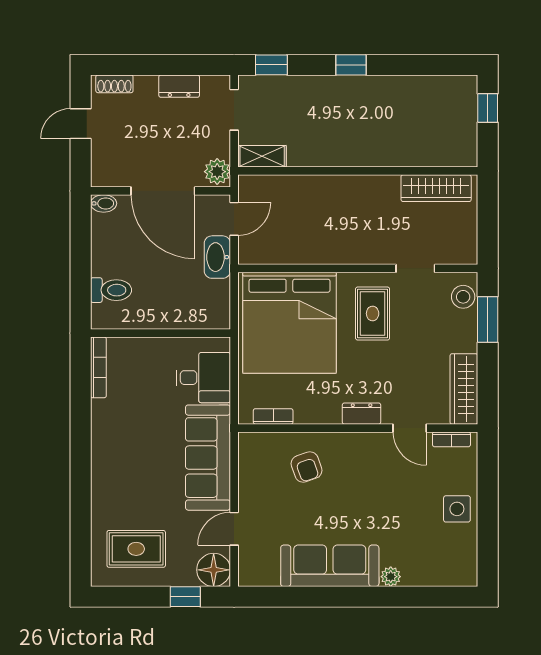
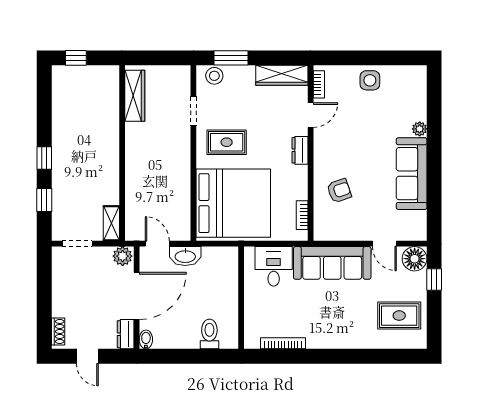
window: (271, 65) -> (44, 200), moved
dresser: (179, 86) -> (126, 334), moved, turned 180
bookcase: (98, 367) -> (283, 343), moved
rug: (136, 549) -> (399, 316), turned 90

